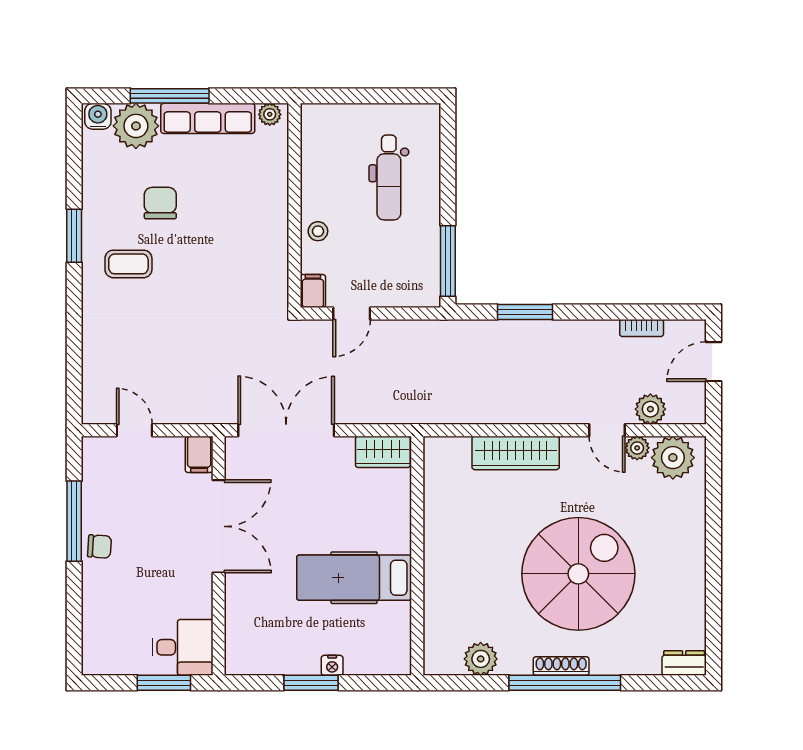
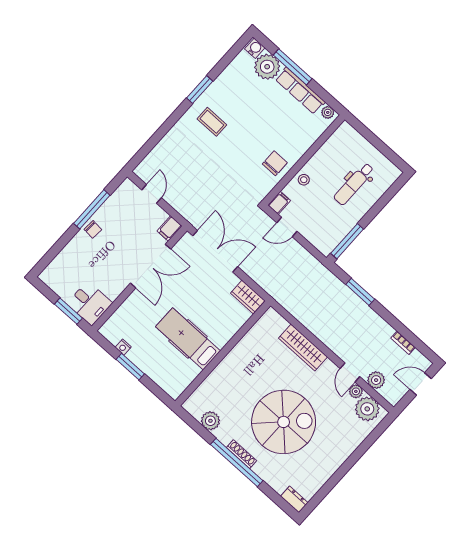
chair: (160, 203) -> (275, 163), moved
nightstand: (332, 665) -> (123, 347), moved

